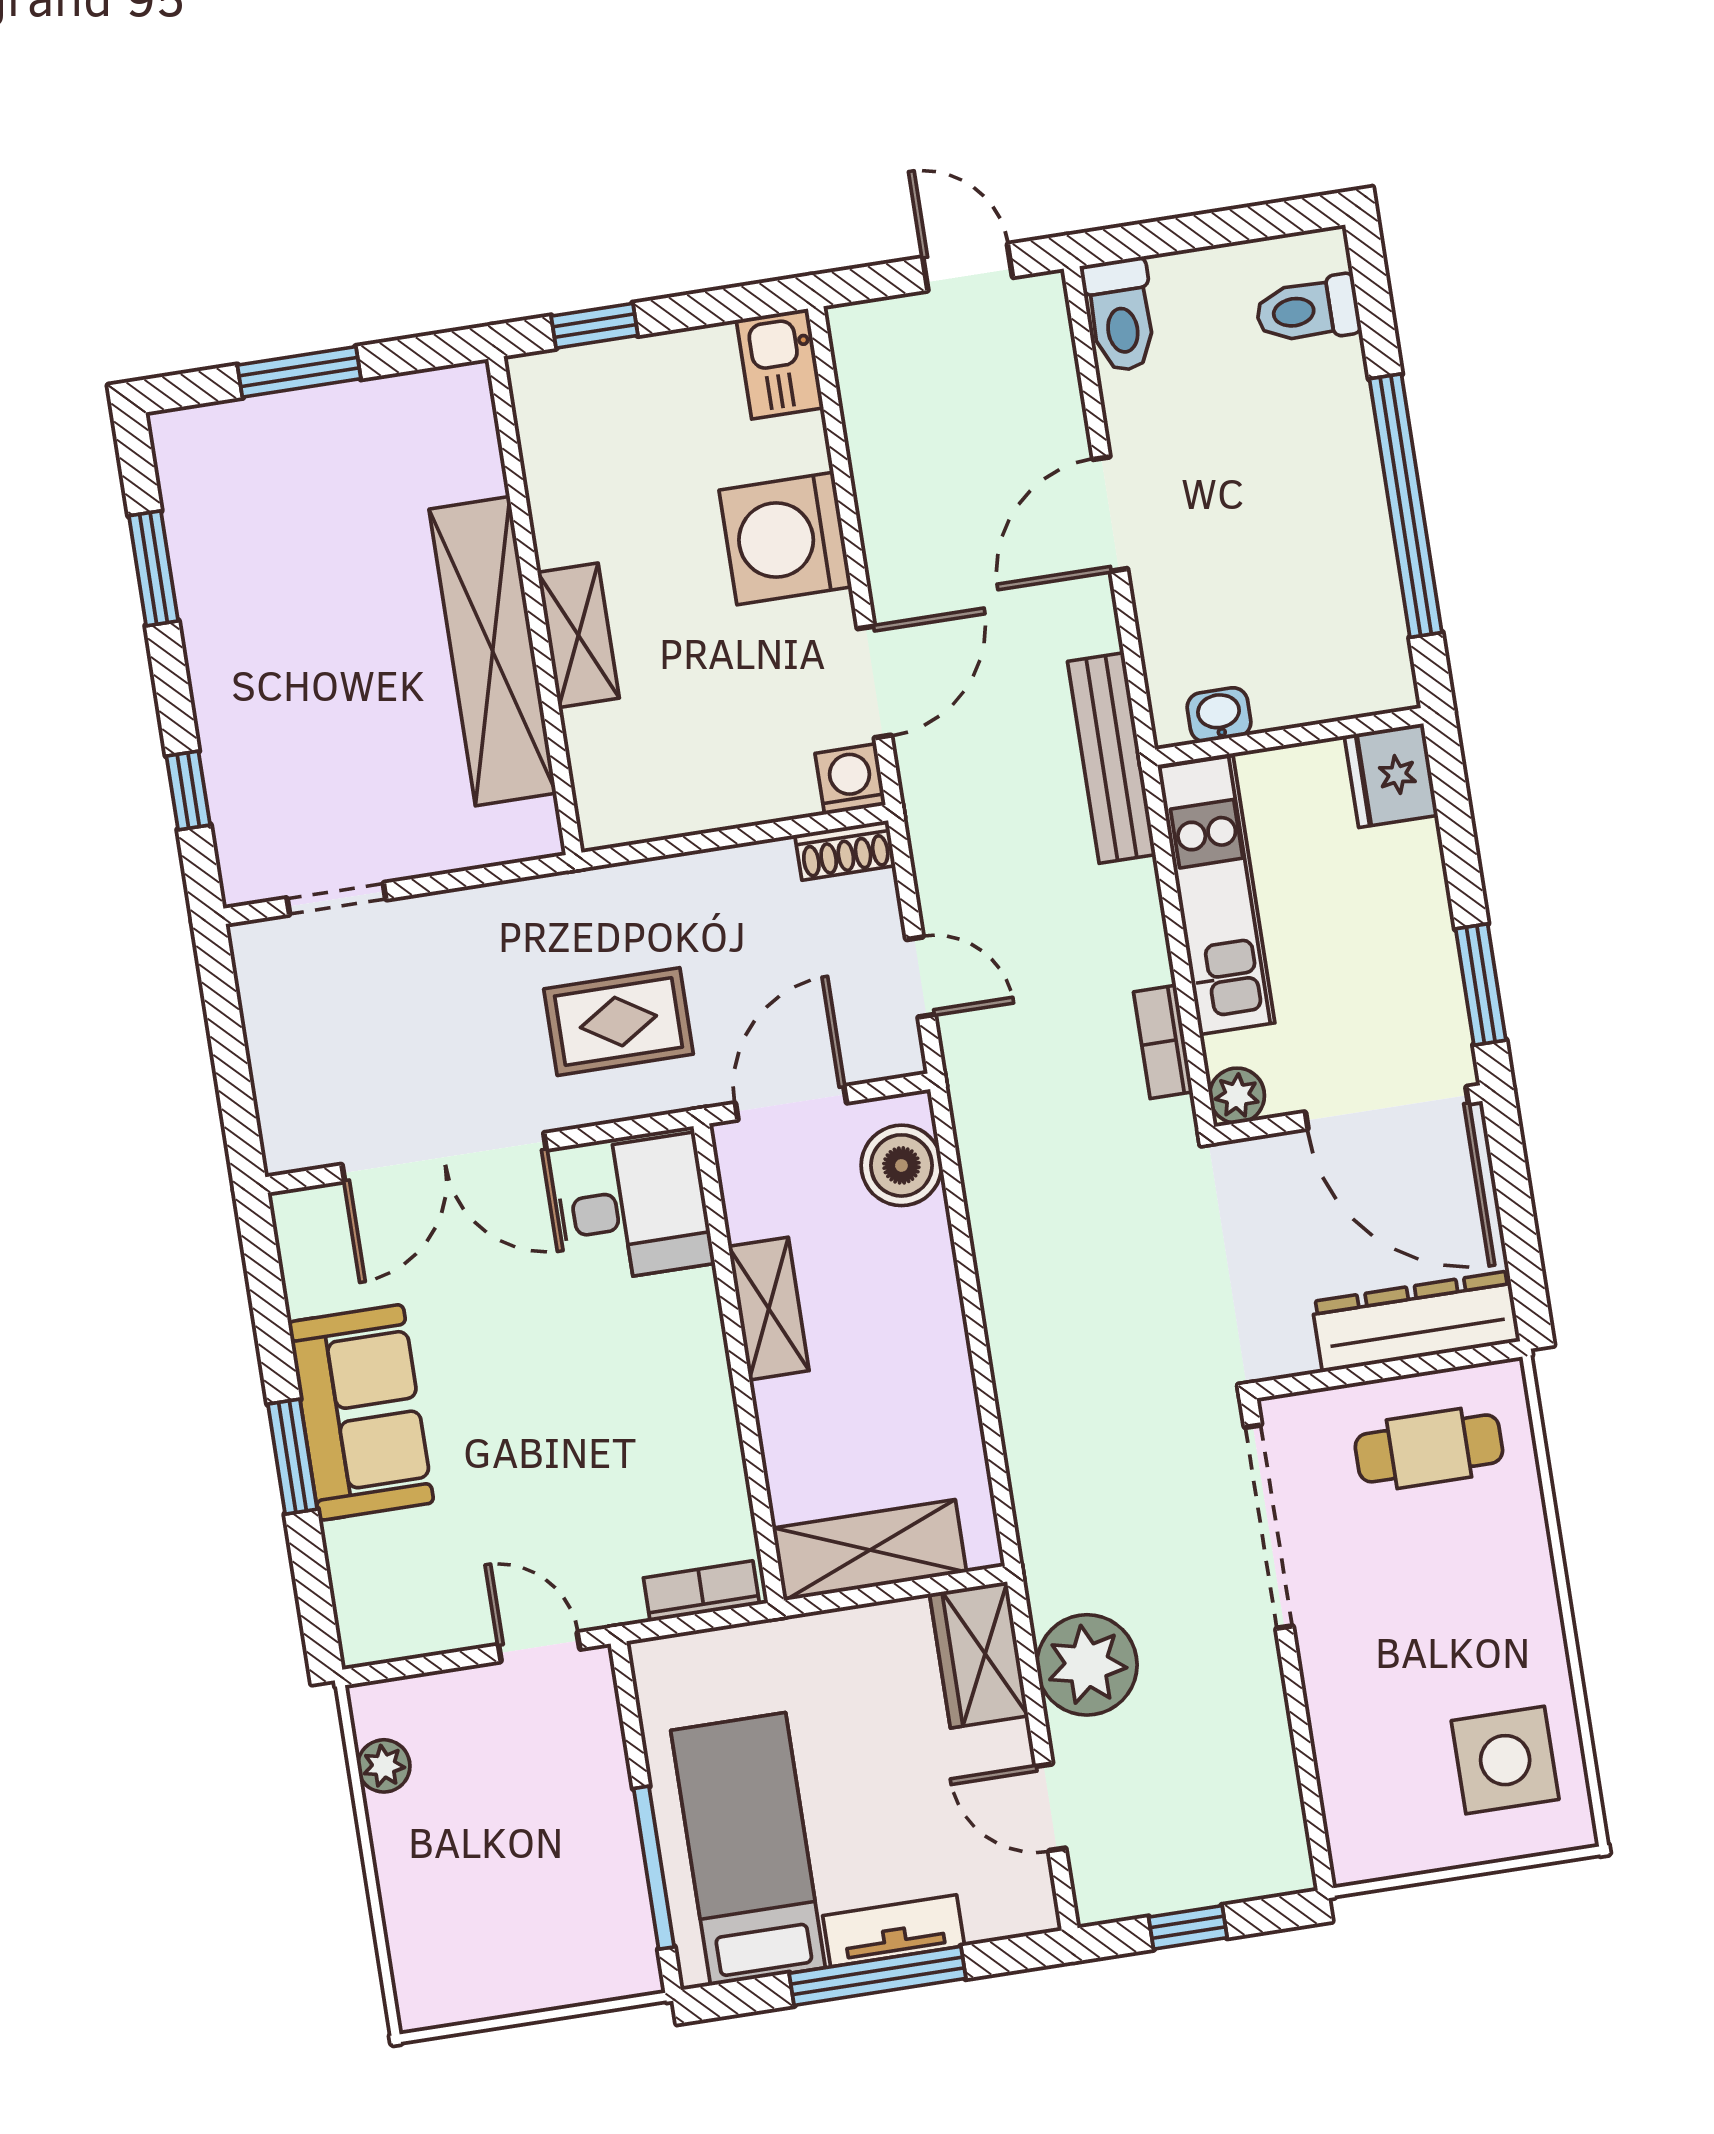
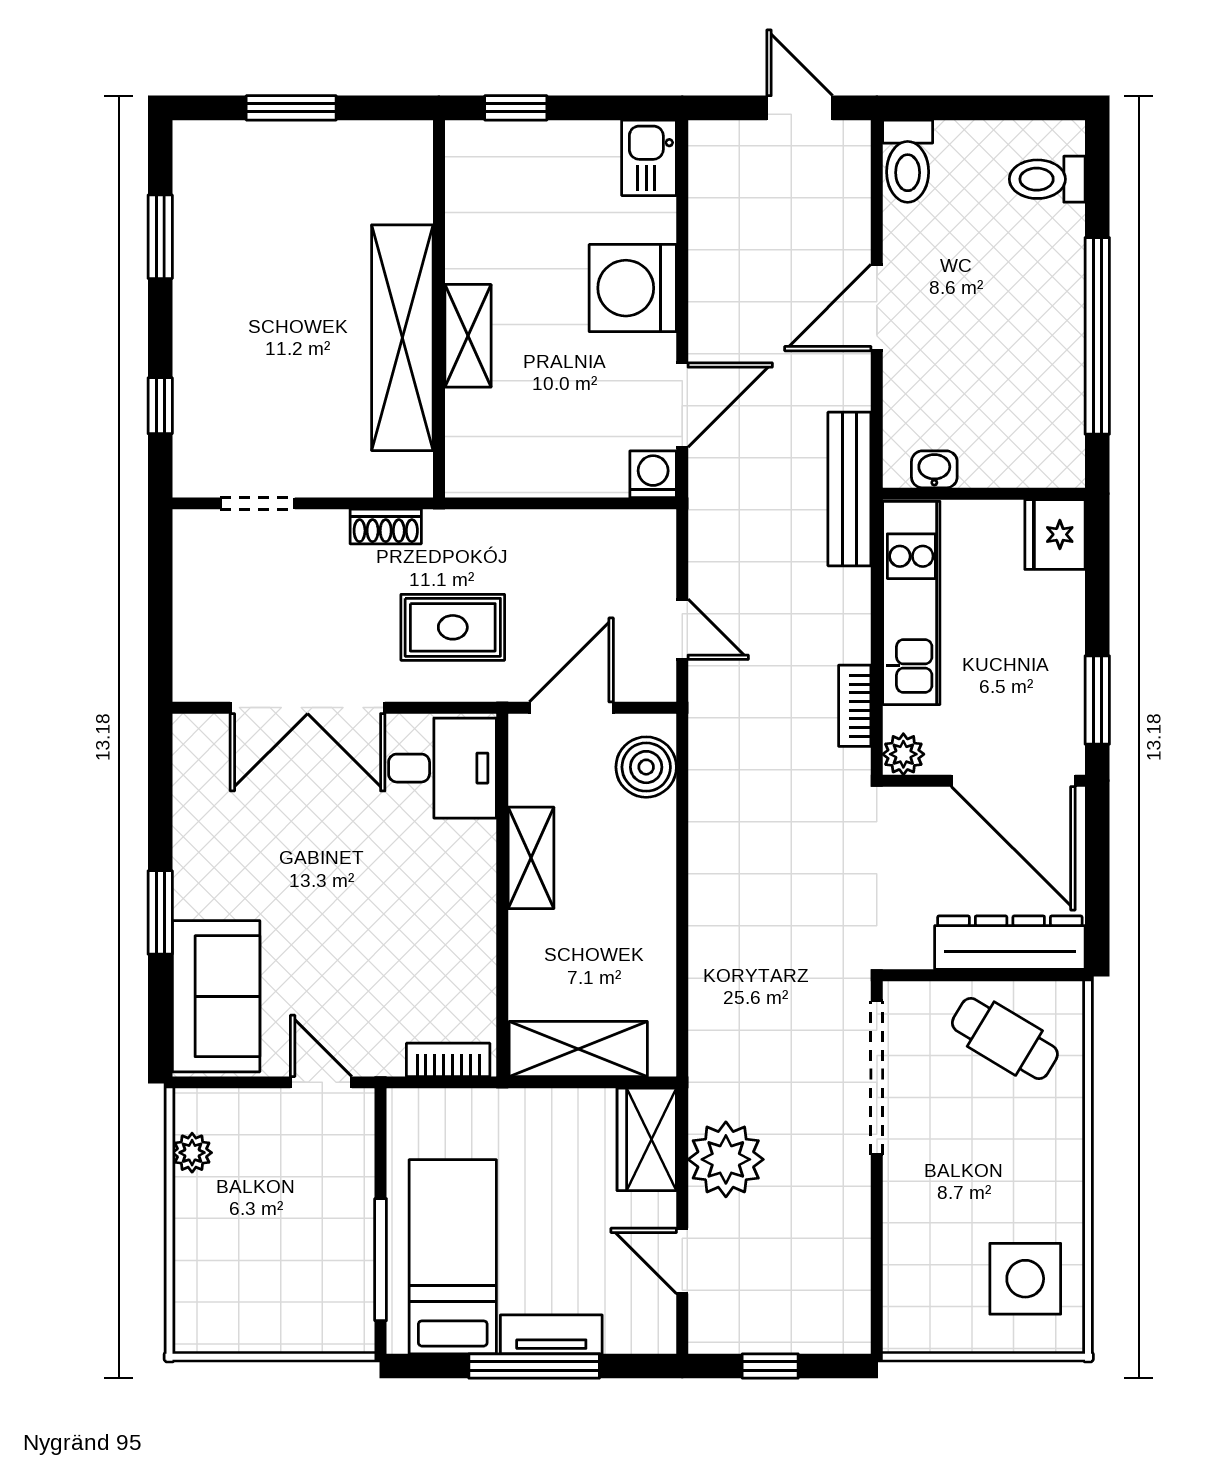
shoe rack: (845, 850) -> (386, 527), moved
sofa: (361, 1412) -> (216, 996), moved
cafe table: (1429, 1448) -> (1005, 1039), turned 31

